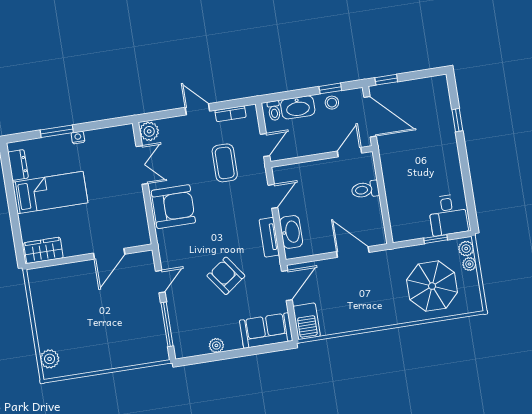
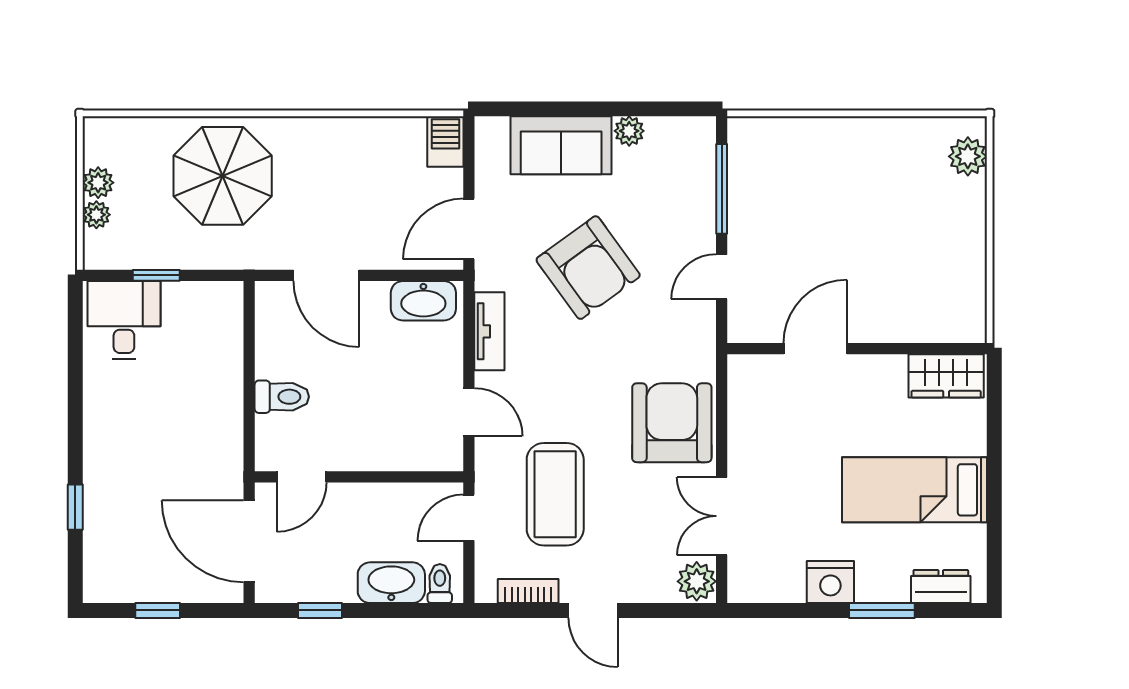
window: (386, 80) -> (158, 610), moved
stool: (332, 103) -> (321, 582), removed
nightstand: (78, 137) -> (830, 582), width x1.89, depth x1.79
coffee table: (225, 163) -> (555, 494), width x1.36, depth x1.32
dresser: (18, 165) -> (941, 586), moved, turned 90
door: (273, 196) -> (469, 412), swing flipped
armchair: (173, 207) -> (672, 423), turned 90
washbasin: (291, 232) -> (423, 301), moved, turned -90
plant: (466, 249) -> (98, 183), moved
armchair: (226, 276) -> (588, 268), width x1.36, depth x1.36
parasol: (432, 286) -> (223, 176), moved
barbecue: (307, 321) -> (445, 141), width x0.73, depth x0.79
sofa: (266, 331) -> (561, 145), moved

